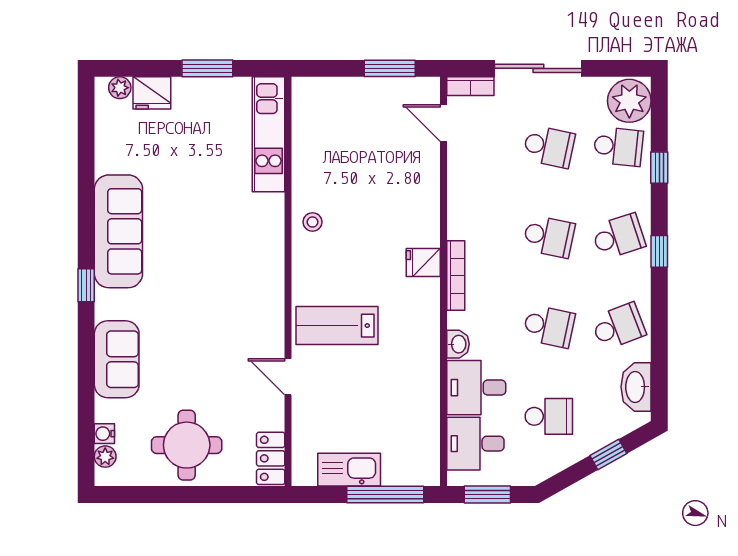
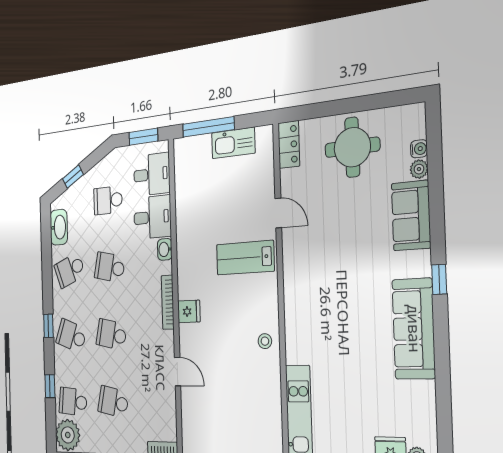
door: (443, 123) -> (178, 372), moved
school desk: (618, 236) -> (71, 336), turned 39
lab bench: (337, 326) -> (245, 258), turned 180
plant: (105, 457) -> (419, 169), moved

